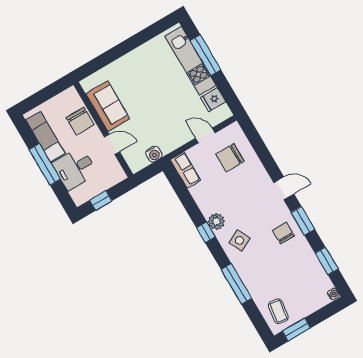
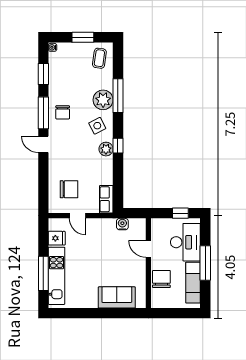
sofa: (108, 106) -> (117, 297), moved, turned 90
desk: (75, 168) -> (185, 242), width x1.37
window: (303, 221) -> (43, 113), width x1.44
plant: (249, 270) -> (103, 100), added
window: (296, 330) -> (83, 37), moved

